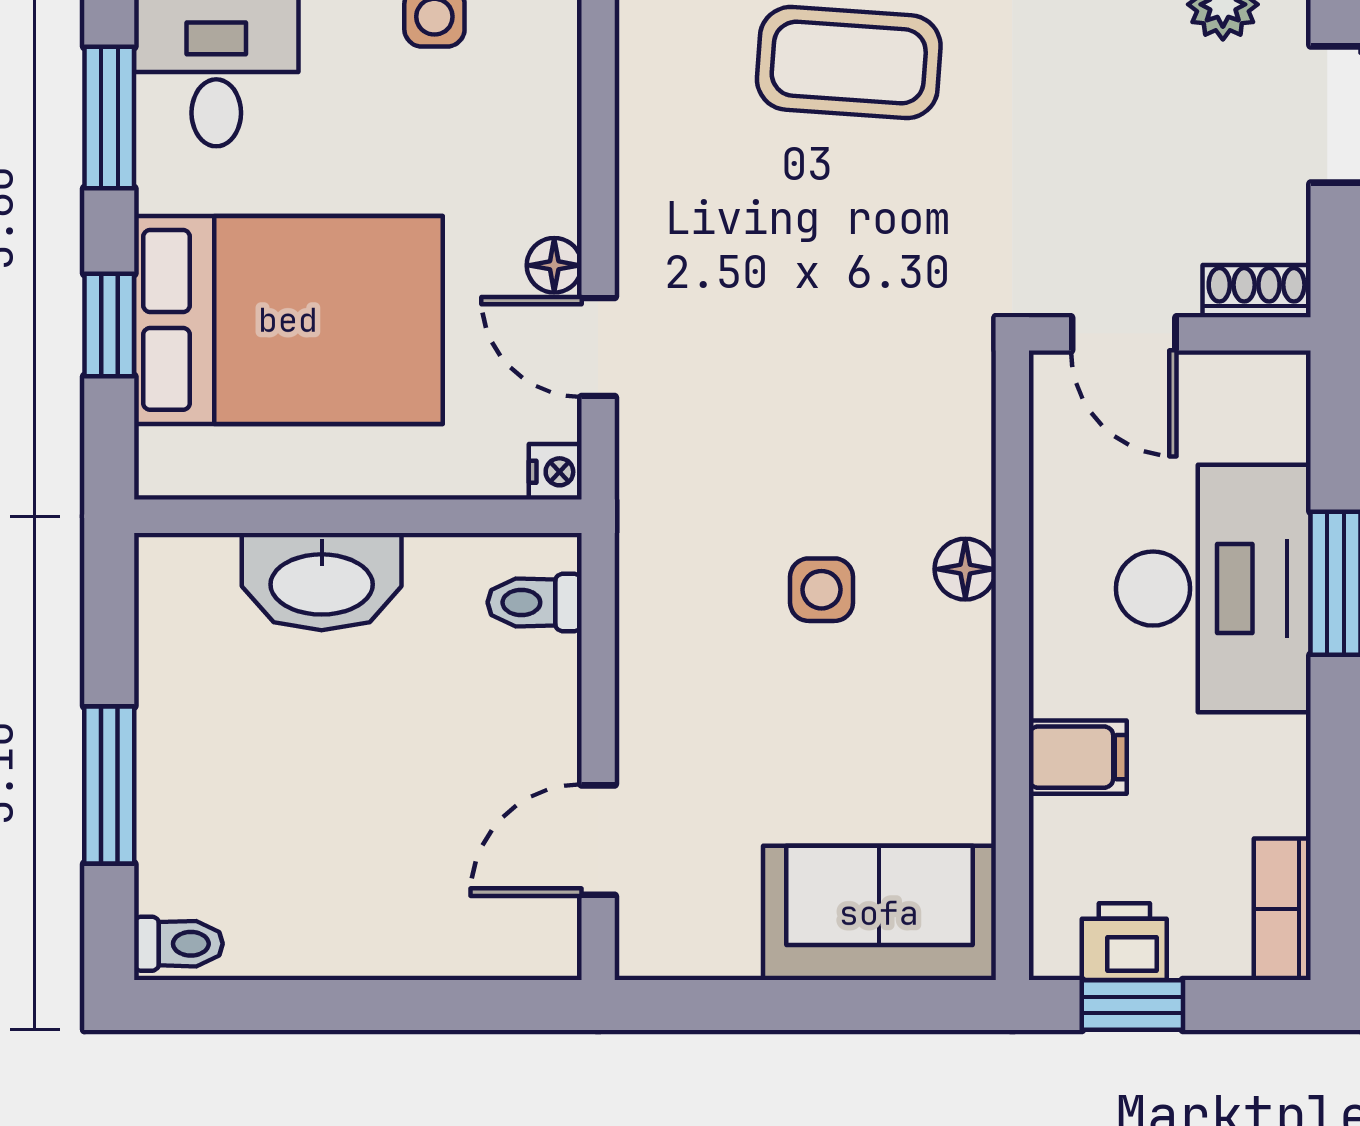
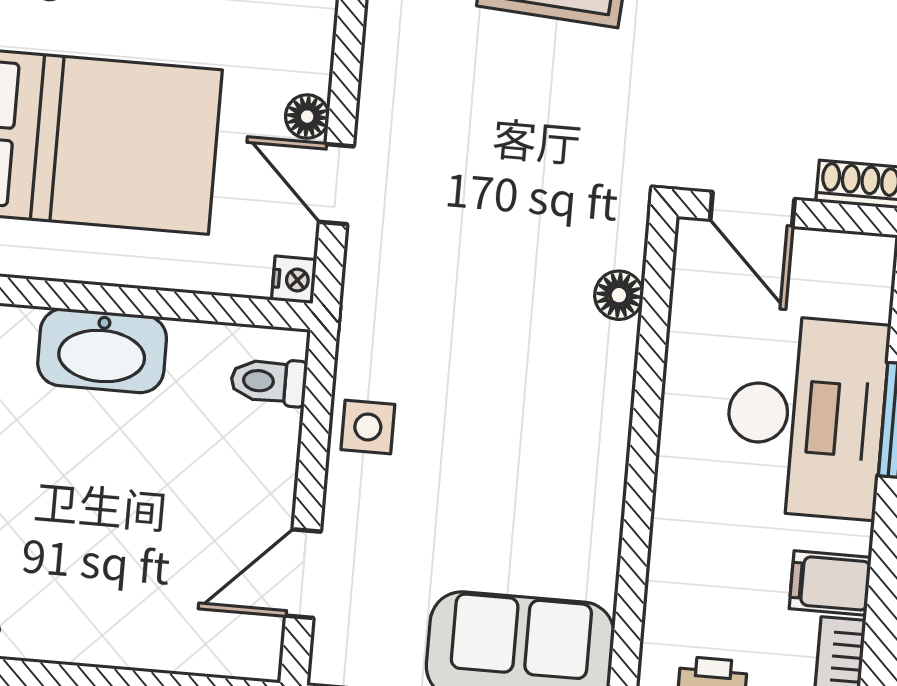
floor lamp: (965, 569) -> (619, 295), moved
side table: (822, 590) -> (368, 427), moved
filing cabinet: (1078, 757) -> (830, 583), moved, turned 180

